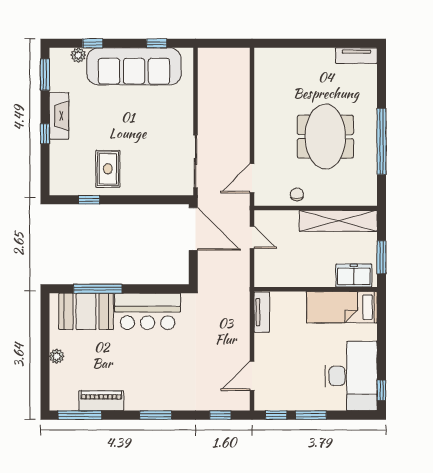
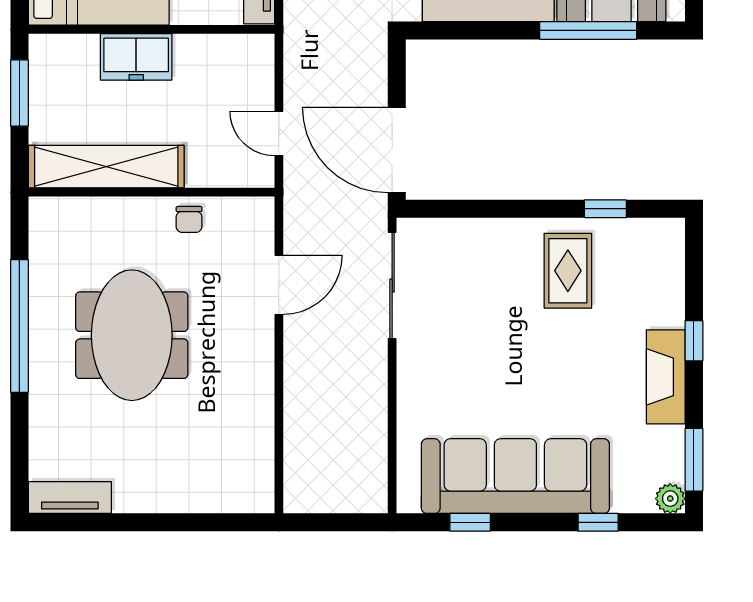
plant: (78, 55) -> (670, 499), moved
door: (252, 178) -> (279, 285), moved
freezer: (354, 276) -> (136, 57), moved

